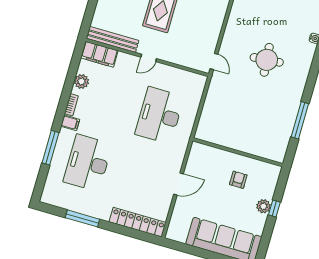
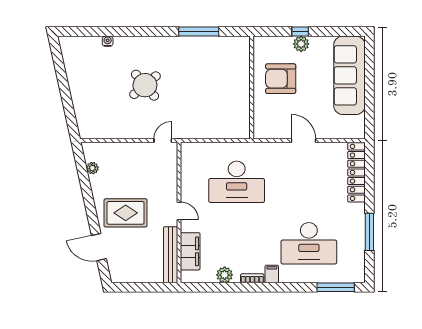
filing cabinet: (99, 54) -> (190, 251), moved
round table: (267, 60) -> (145, 85), turned -35
window: (51, 148) -> (336, 287), moved
armchair: (238, 180) -> (281, 79), width x1.88, depth x1.88

